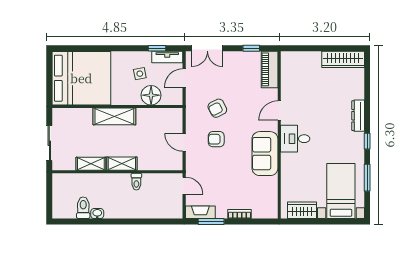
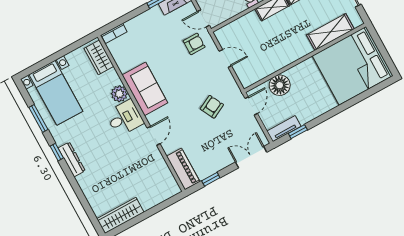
side table: (140, 74) -> (301, 99), removed
door: (184, 78) -> (251, 106), moved
shelving: (114, 116) -> (330, 32), moved
dresser: (358, 116) -> (72, 159), moved
armchair: (216, 139) -> (194, 44), moved
plant: (289, 161) -> (119, 94), added
wardrobe: (302, 210) -> (99, 57), moved, turned 90
bookcase: (240, 214) -> (114, 33), moved

